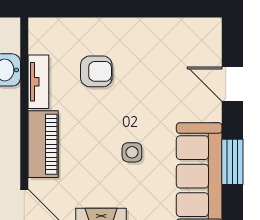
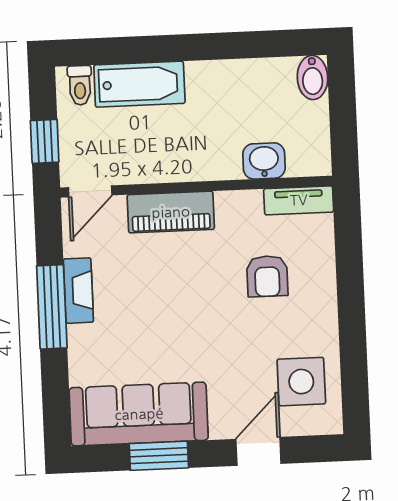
tv unit: (38, 82) -> (299, 200), moved
side table: (132, 152) -> (301, 382), moved, width x1.87, depth x1.87

